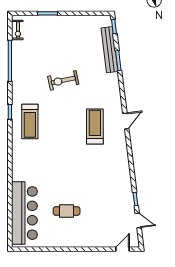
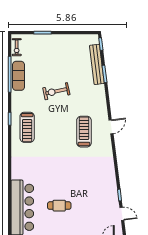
exercise mat: (20, 63) -> (19, 76), added

